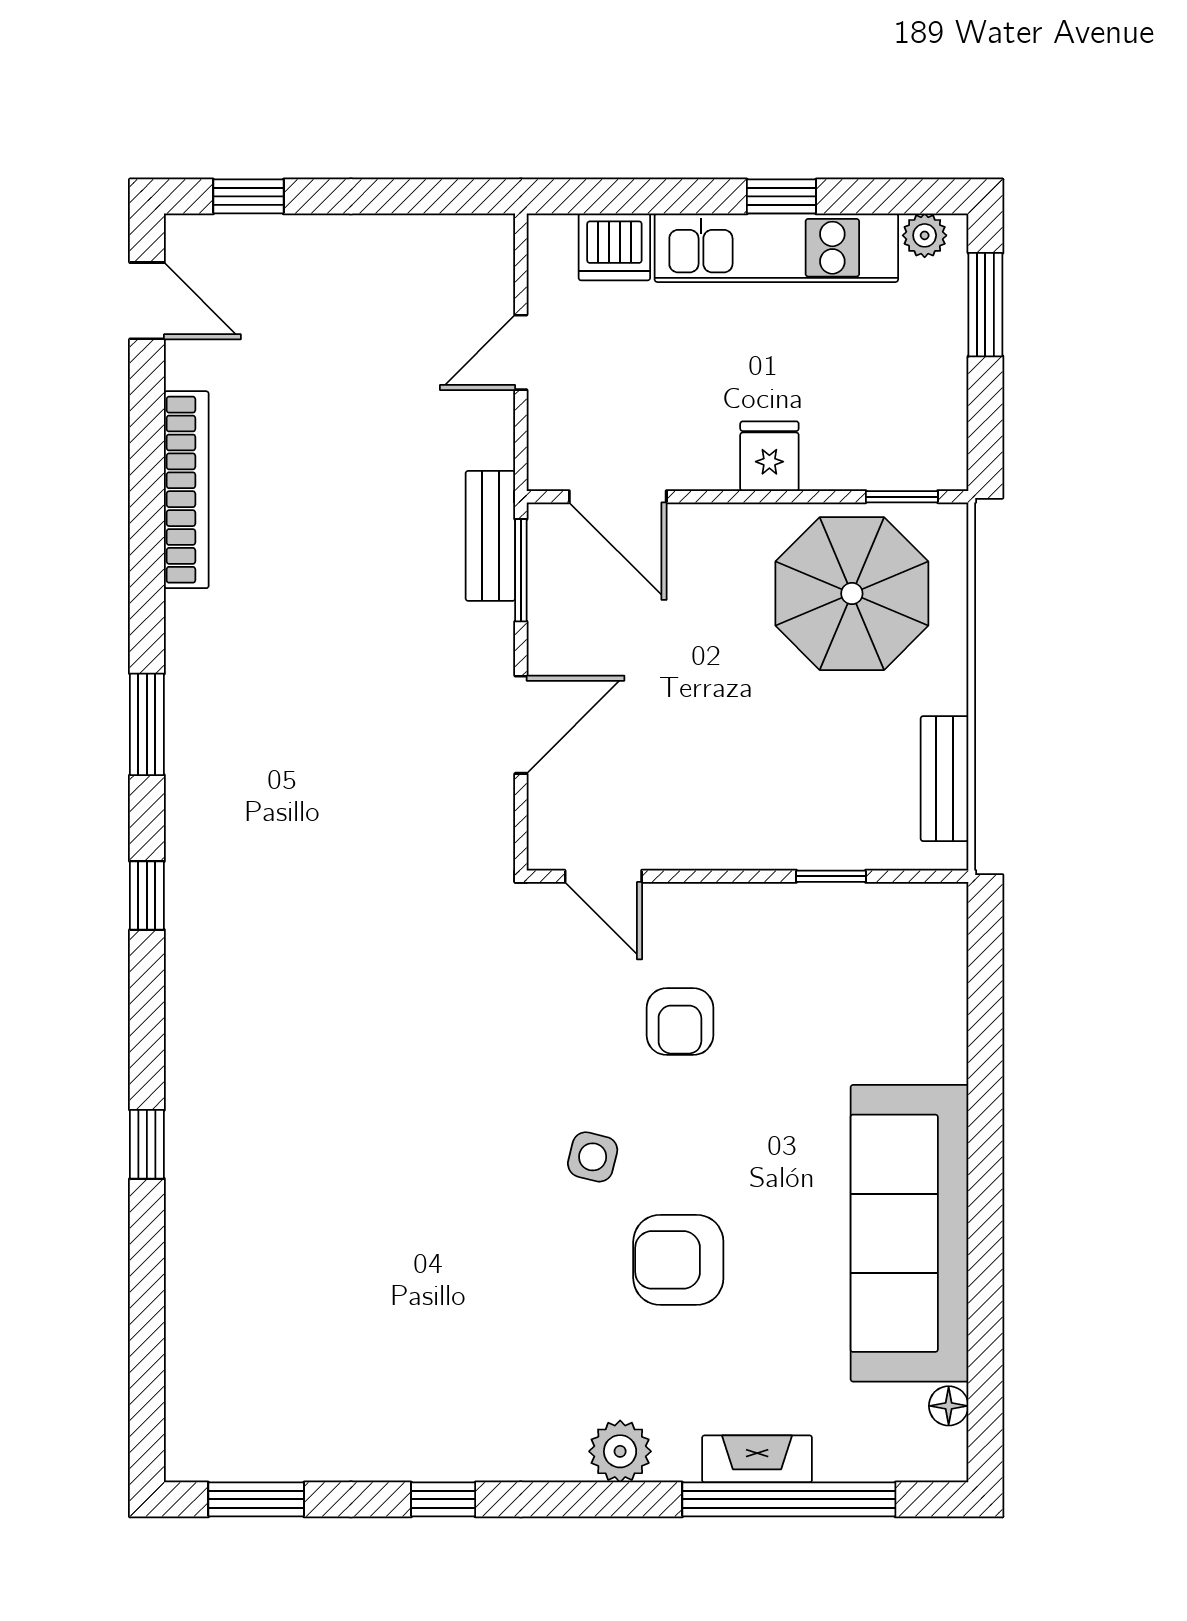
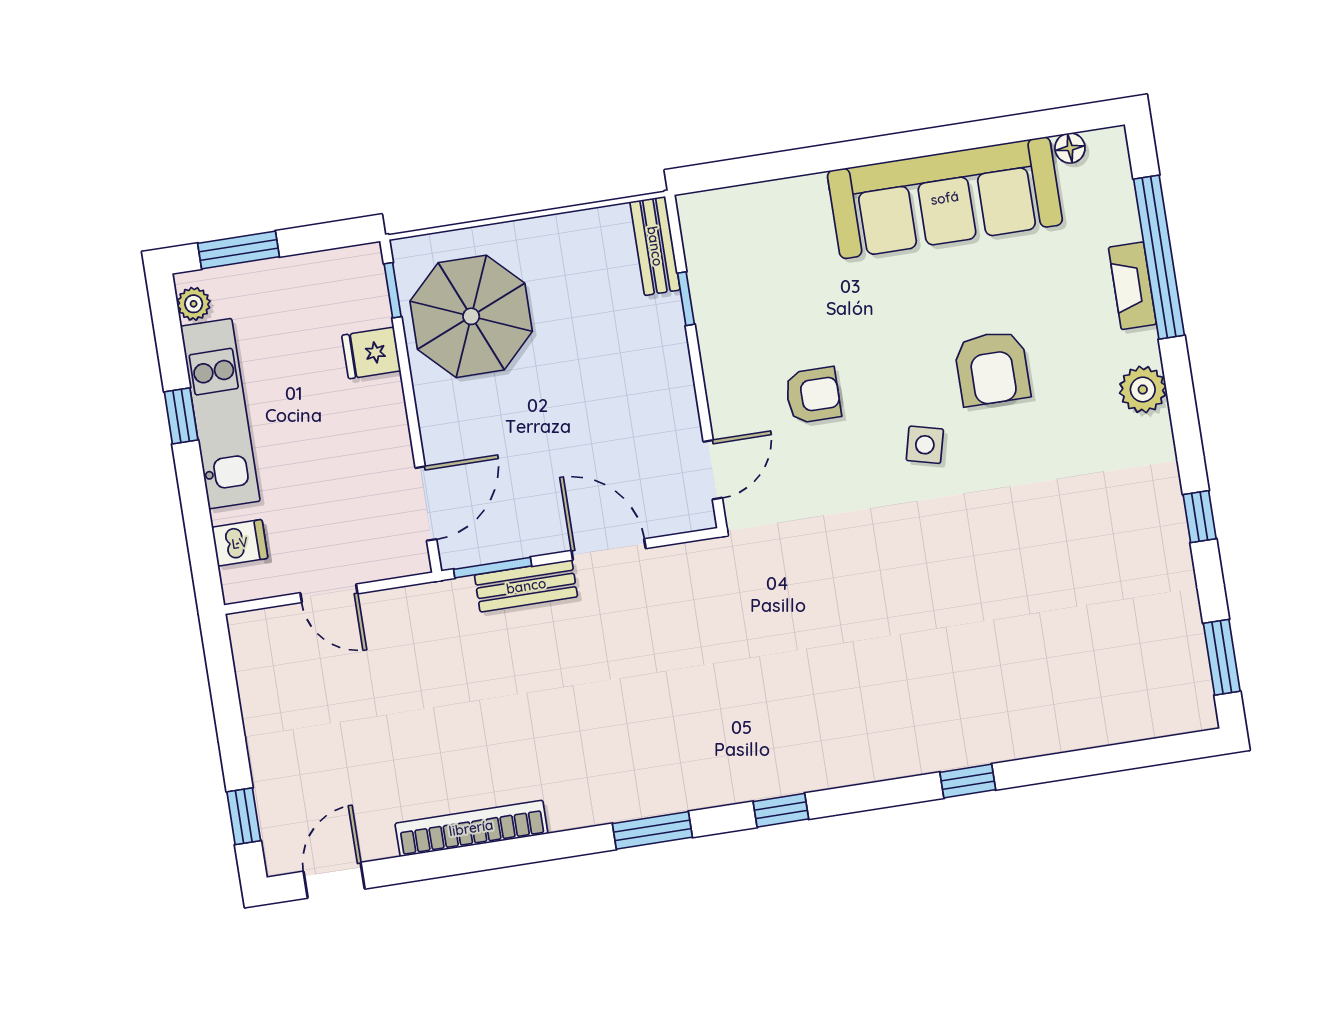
dishwasher: (614, 247) -> (240, 543), width x0.73
fridge: (769, 456) -> (371, 353), moved
bench: (490, 536) -> (526, 586), moved
bench: (945, 779) -> (655, 246), moved, turned 90

